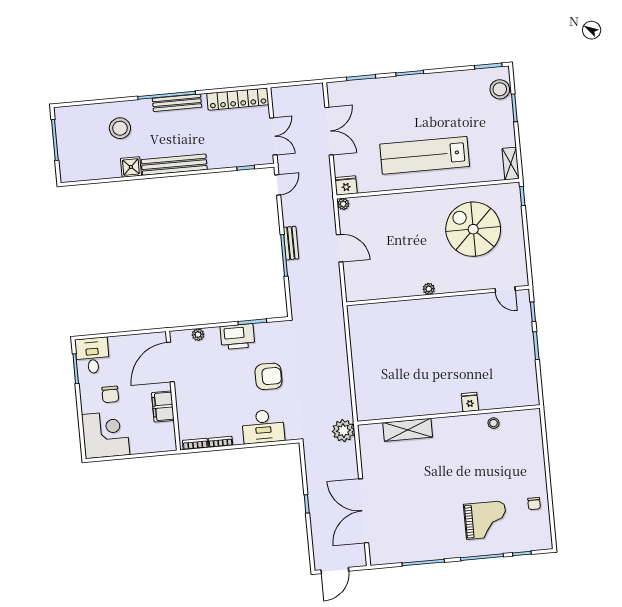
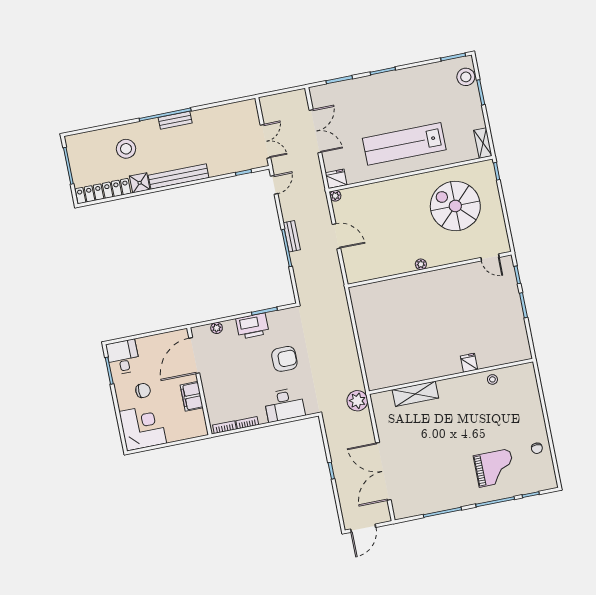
locker: (238, 99) -> (103, 191), moved, turned 180
bench: (177, 103) -> (175, 120), width x0.73
chair: (110, 394) -> (143, 391), turned -90

